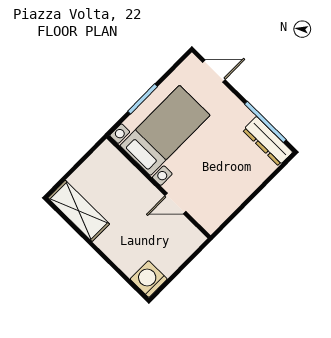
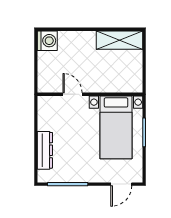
dresser: (268, 141) -> (45, 150), moved, turned 90
door: (175, 204) -> (73, 94), hinge flipped

